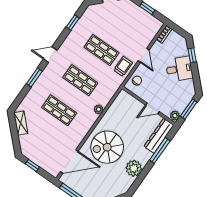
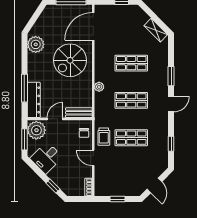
desk: (179, 69) -> (46, 158), moved
bench: (130, 100) -> (79, 113), added
plant: (175, 116) -> (36, 130), width x1.88, depth x1.88
spiral stairs: (107, 147) -> (70, 60), turned 180
plant: (134, 168) -> (36, 44), moved

